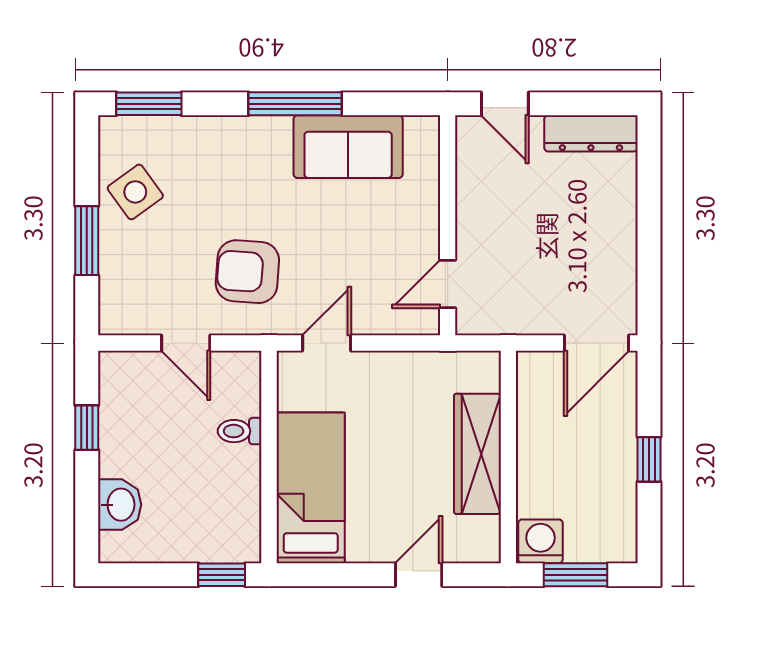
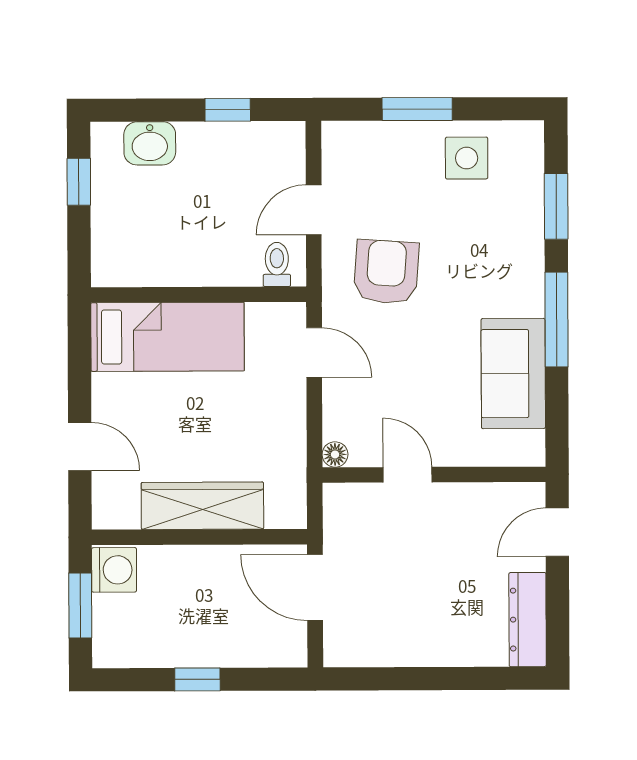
window: (149, 104) -> (556, 206), moved
side table: (135, 192) -> (467, 158), turned 36
door: (448, 284) -> (408, 475), moved
floor lamp: (427, 323) -> (335, 454), added
door: (596, 343) -> (315, 588), moved
toilet: (240, 431) -> (277, 264), moved
window: (222, 575) -> (79, 182), moved

